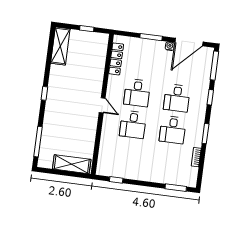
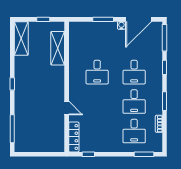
locker: (116, 59) -> (74, 137), moved
door: (102, 105) -> (67, 108), moved
desk: (133, 124) -> (134, 131), moved
shelving: (72, 164) -> (58, 48), moved, turned 90

